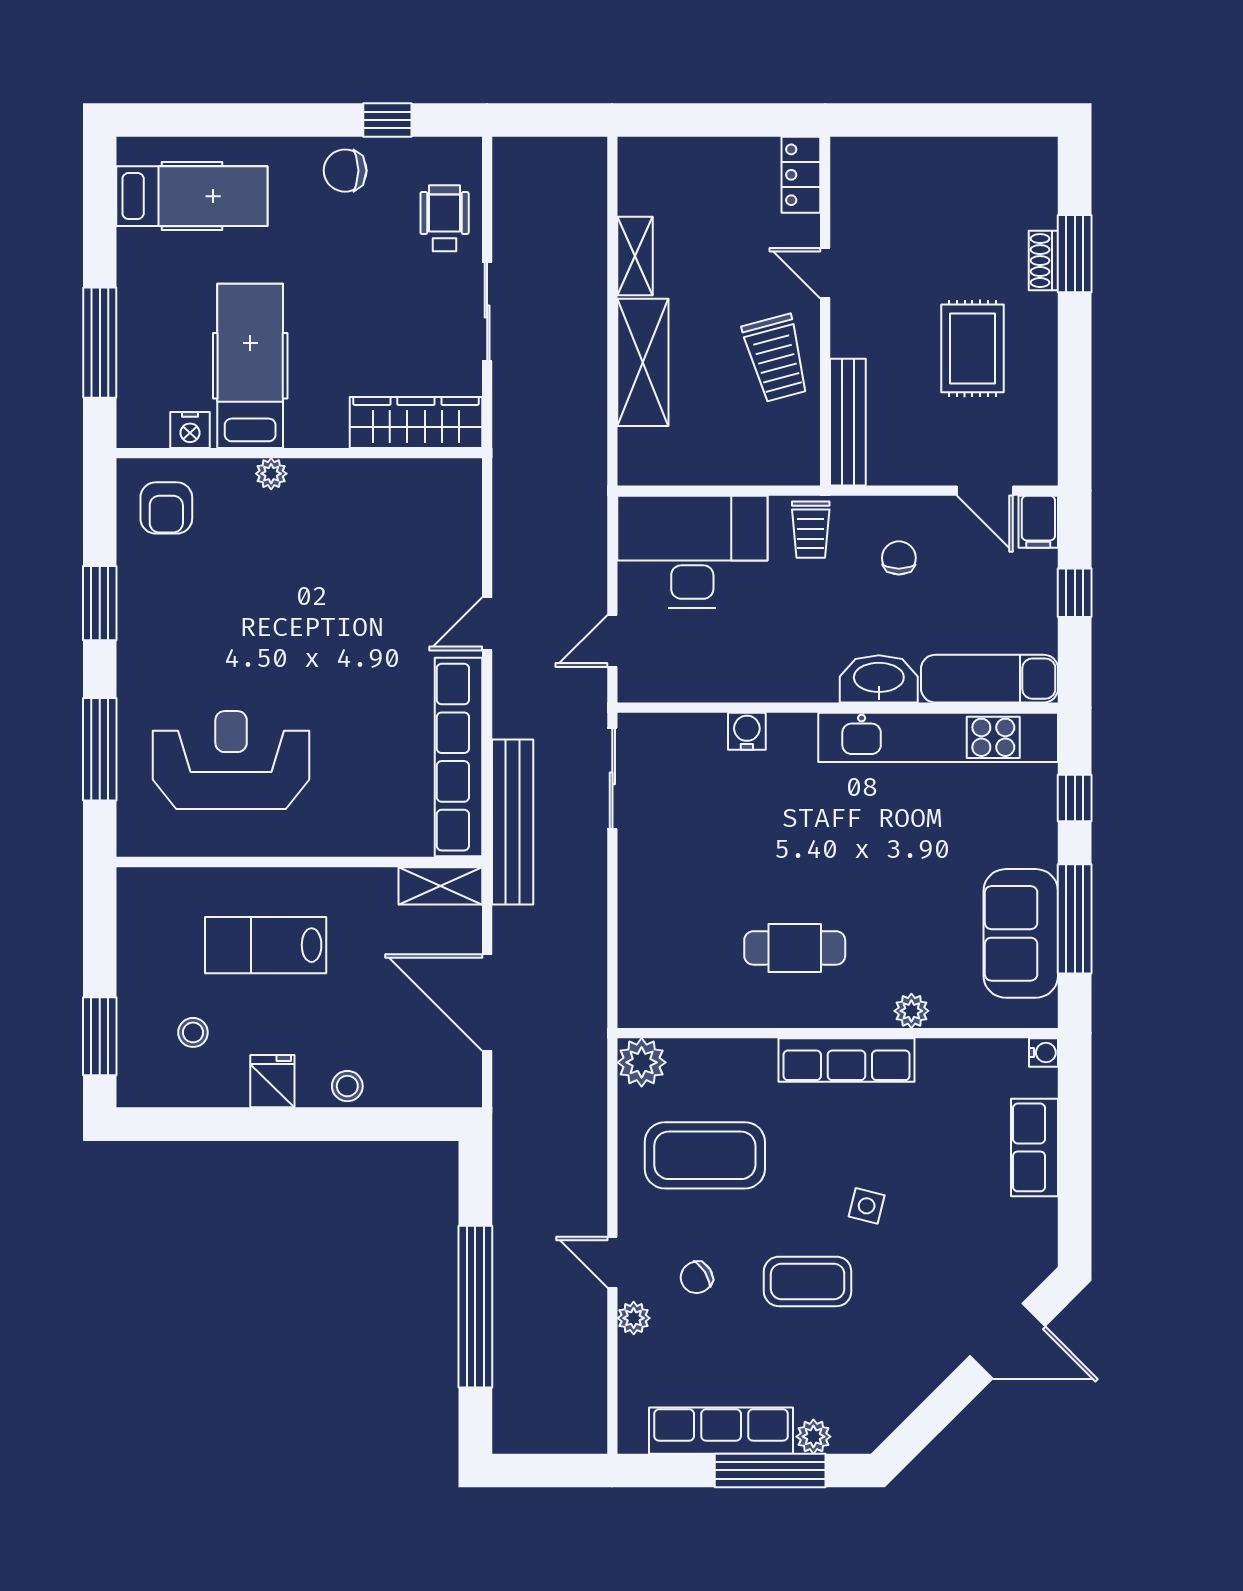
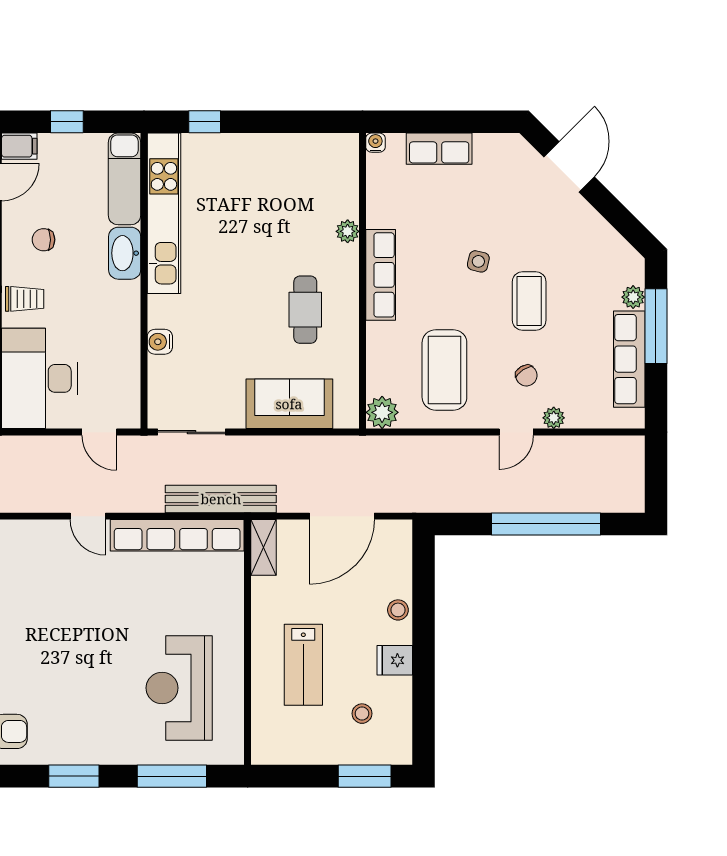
window: (1075, 919) -> (286, 122), removed
sofa: (1021, 933) -> (289, 404), moved, turned 180

